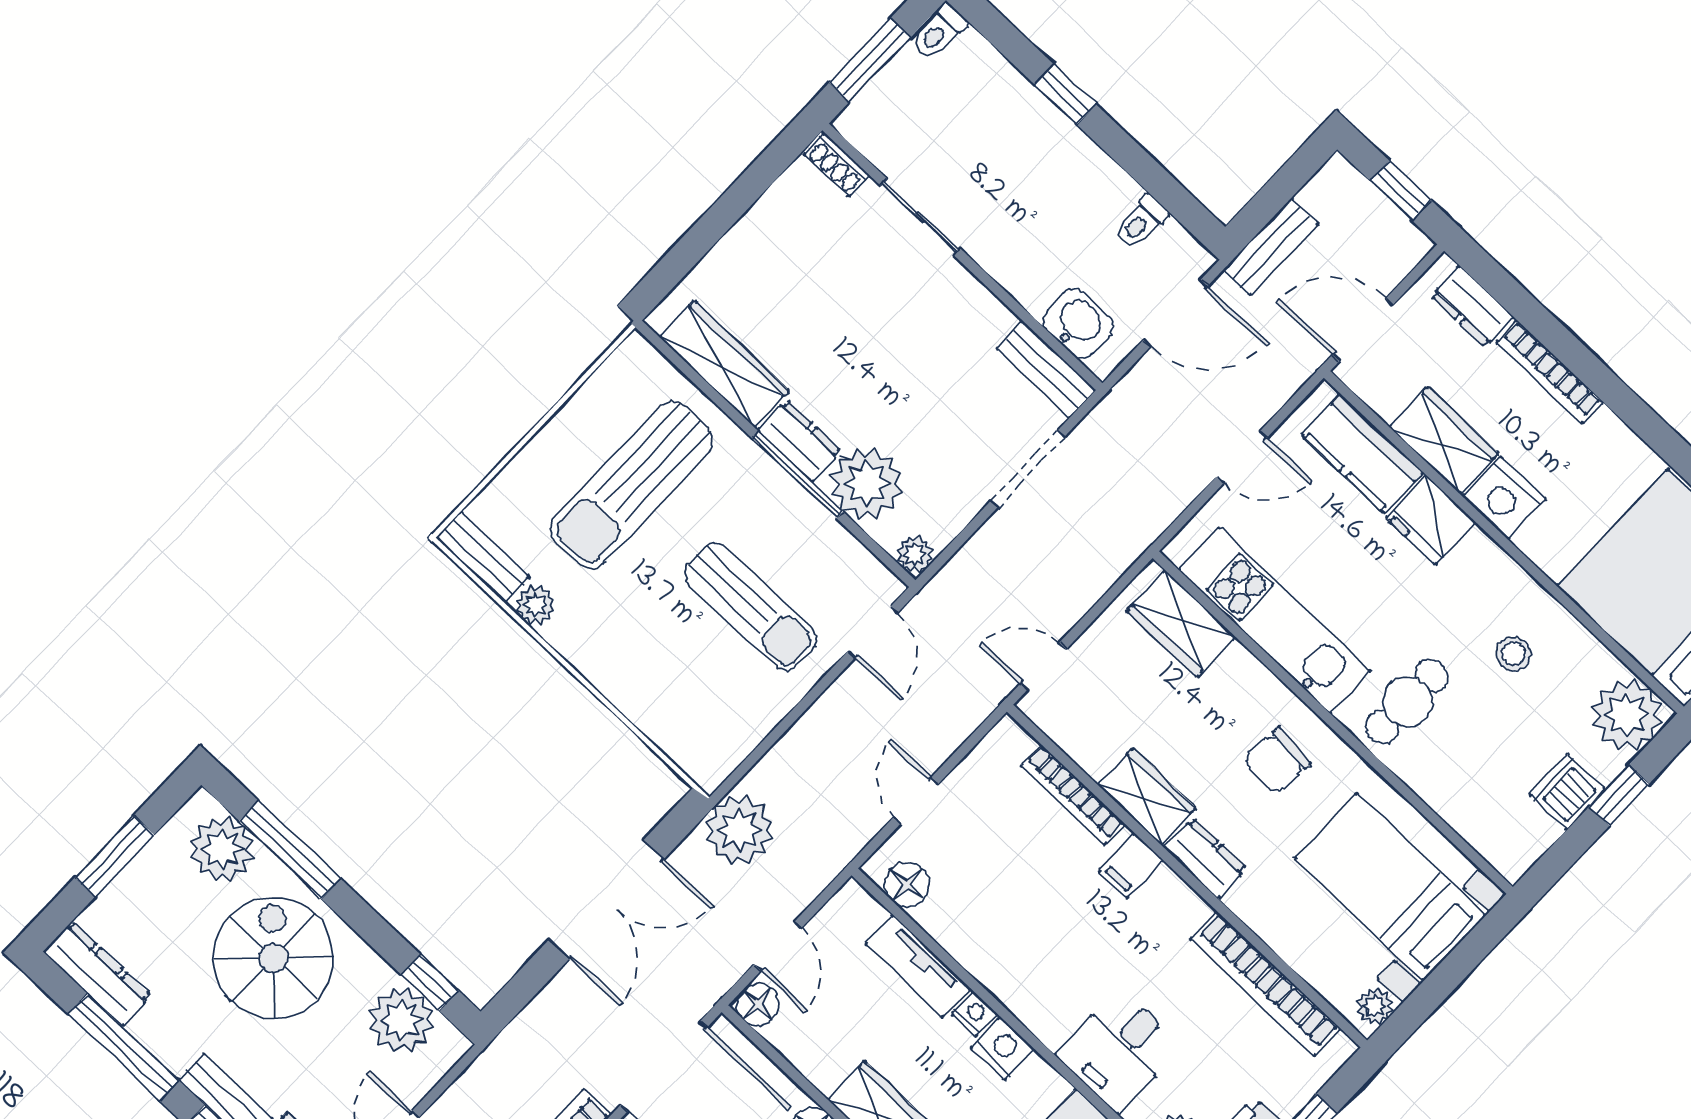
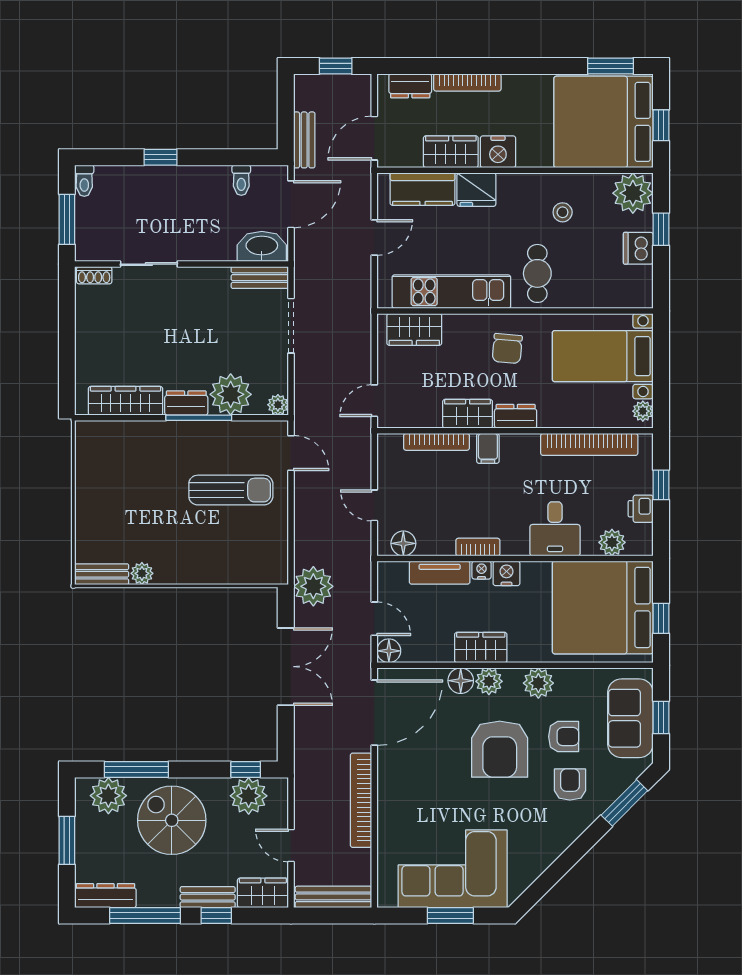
washbasin: (1078, 324) -> (262, 246), width x1.38
sun lounger: (631, 485) -> (134, 487), removed
bookcase: (998, 980) -> (478, 547), added

